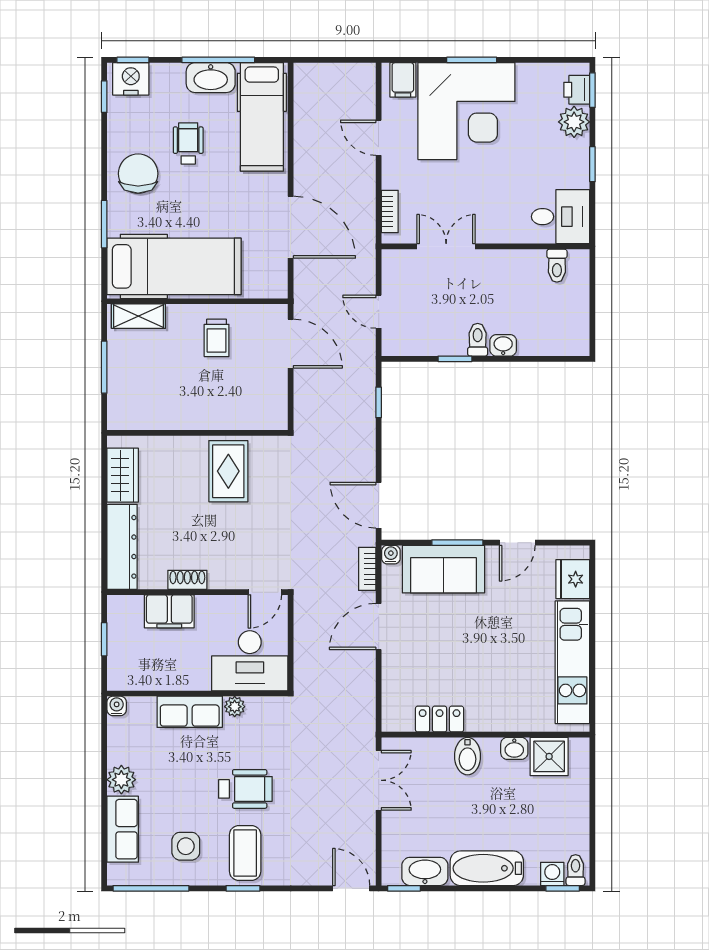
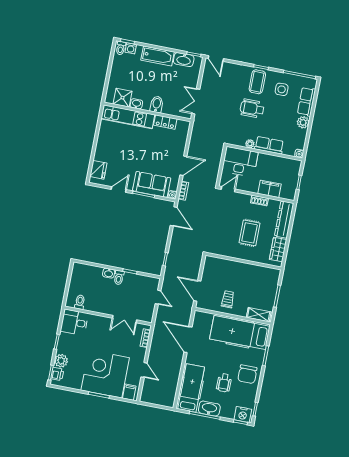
rug: (228, 471) -> (250, 233), moved
kitchen unit: (572, 662) -> (128, 117), moved, turned 90

